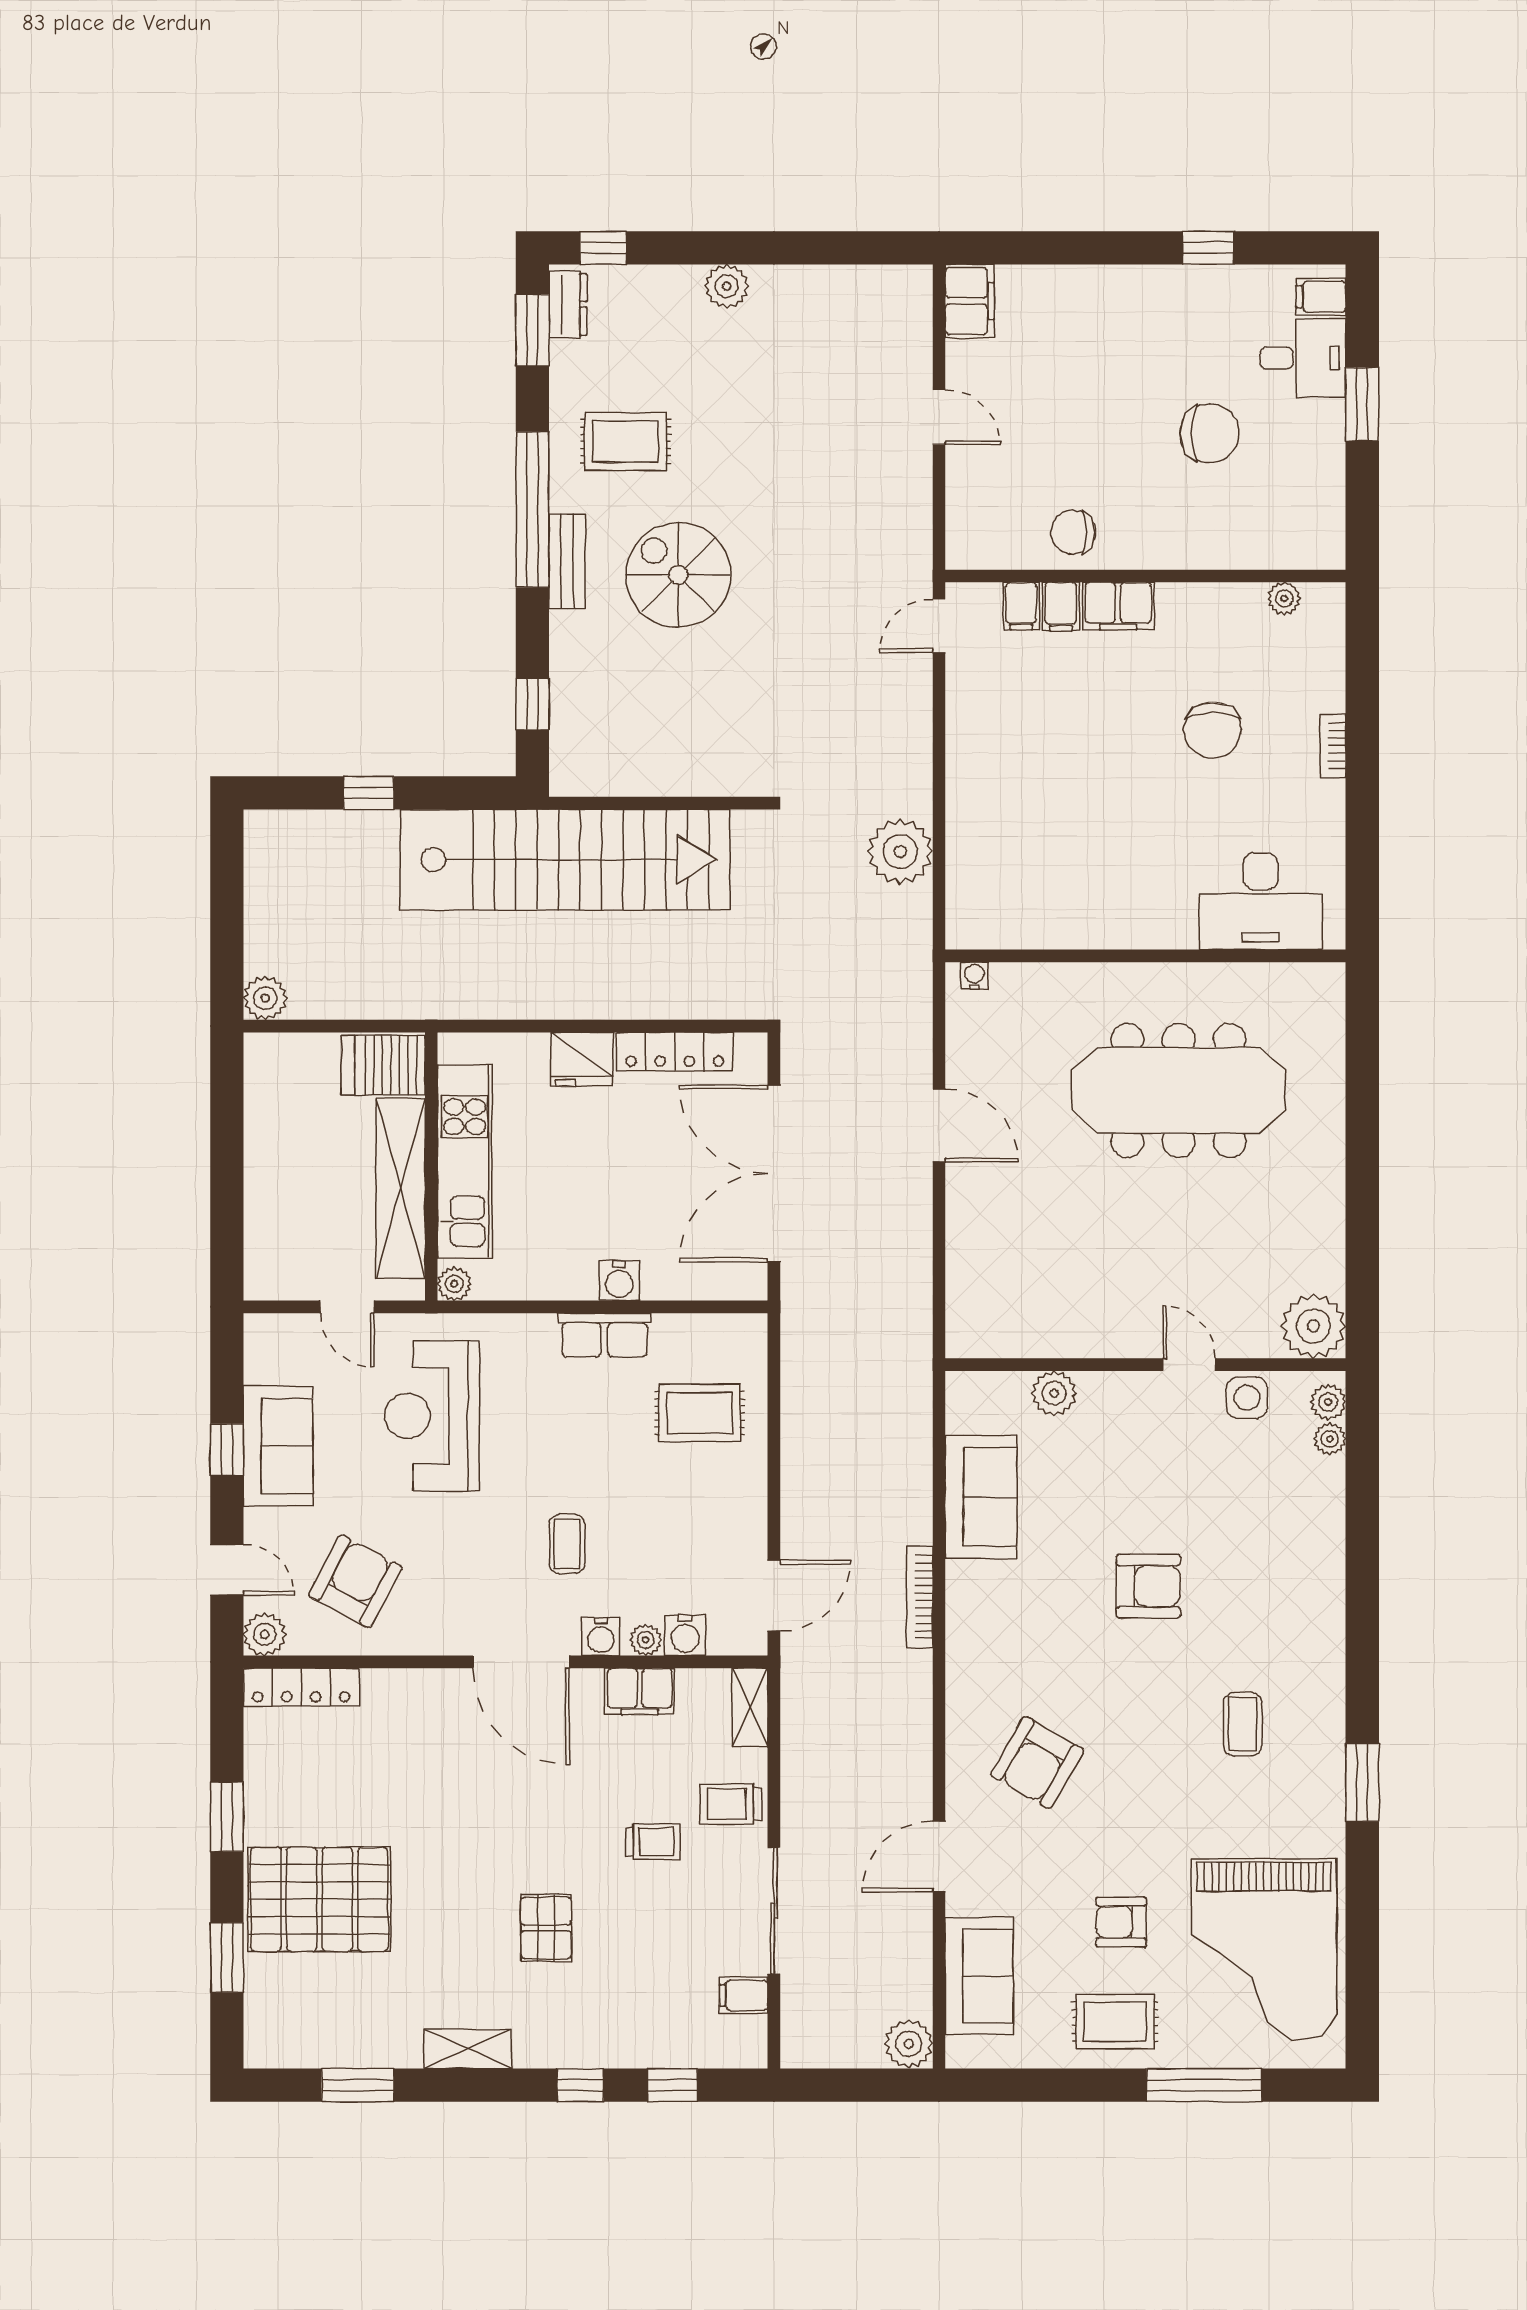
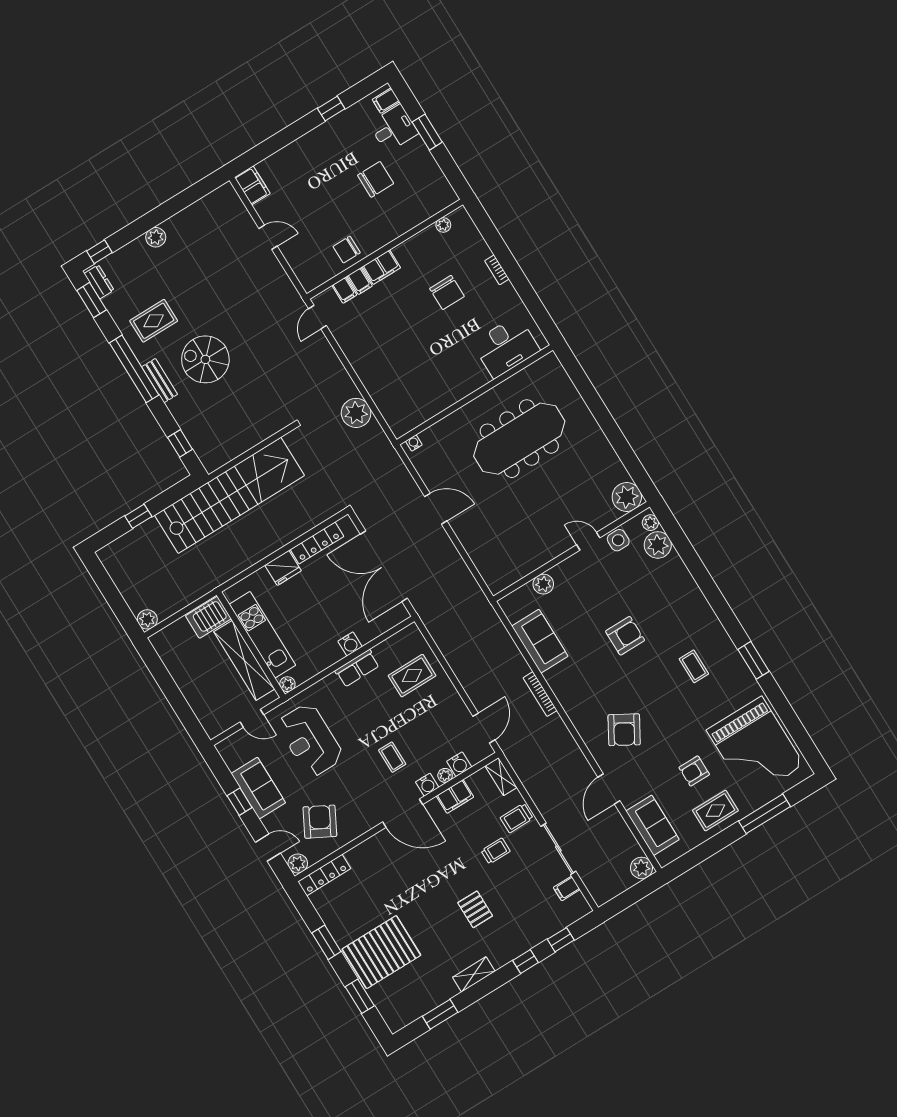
plant: (1330, 1439) -> (658, 545), width x1.88, depth x1.88

